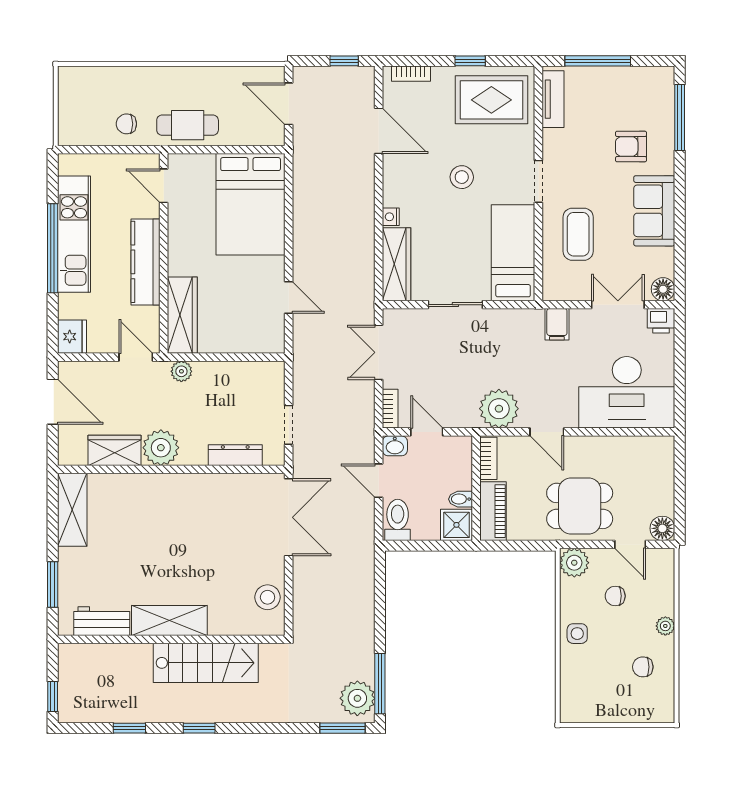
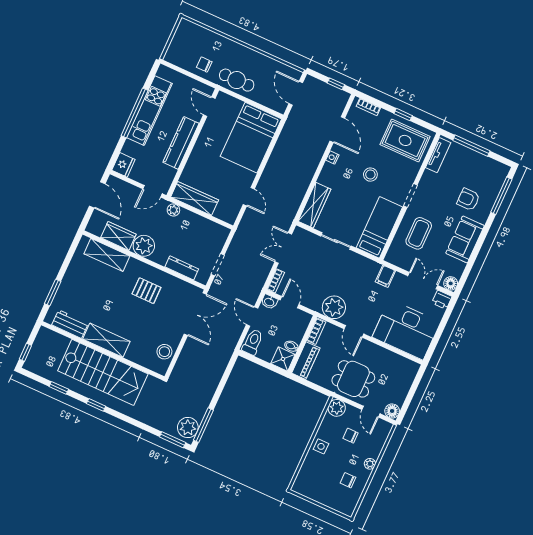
nightstand: (391, 217) -> (332, 158), moved
wardrobe: (182, 315) -> (195, 199), moved, turned -90
door: (136, 357) -> (153, 191), swing flipped
shelving: (72, 510) -> (107, 255), moved, turned 90
pallet: (197, 515) -> (146, 291), added
stairs: (206, 663) -> (103, 372), width x1.36, depth x1.51

